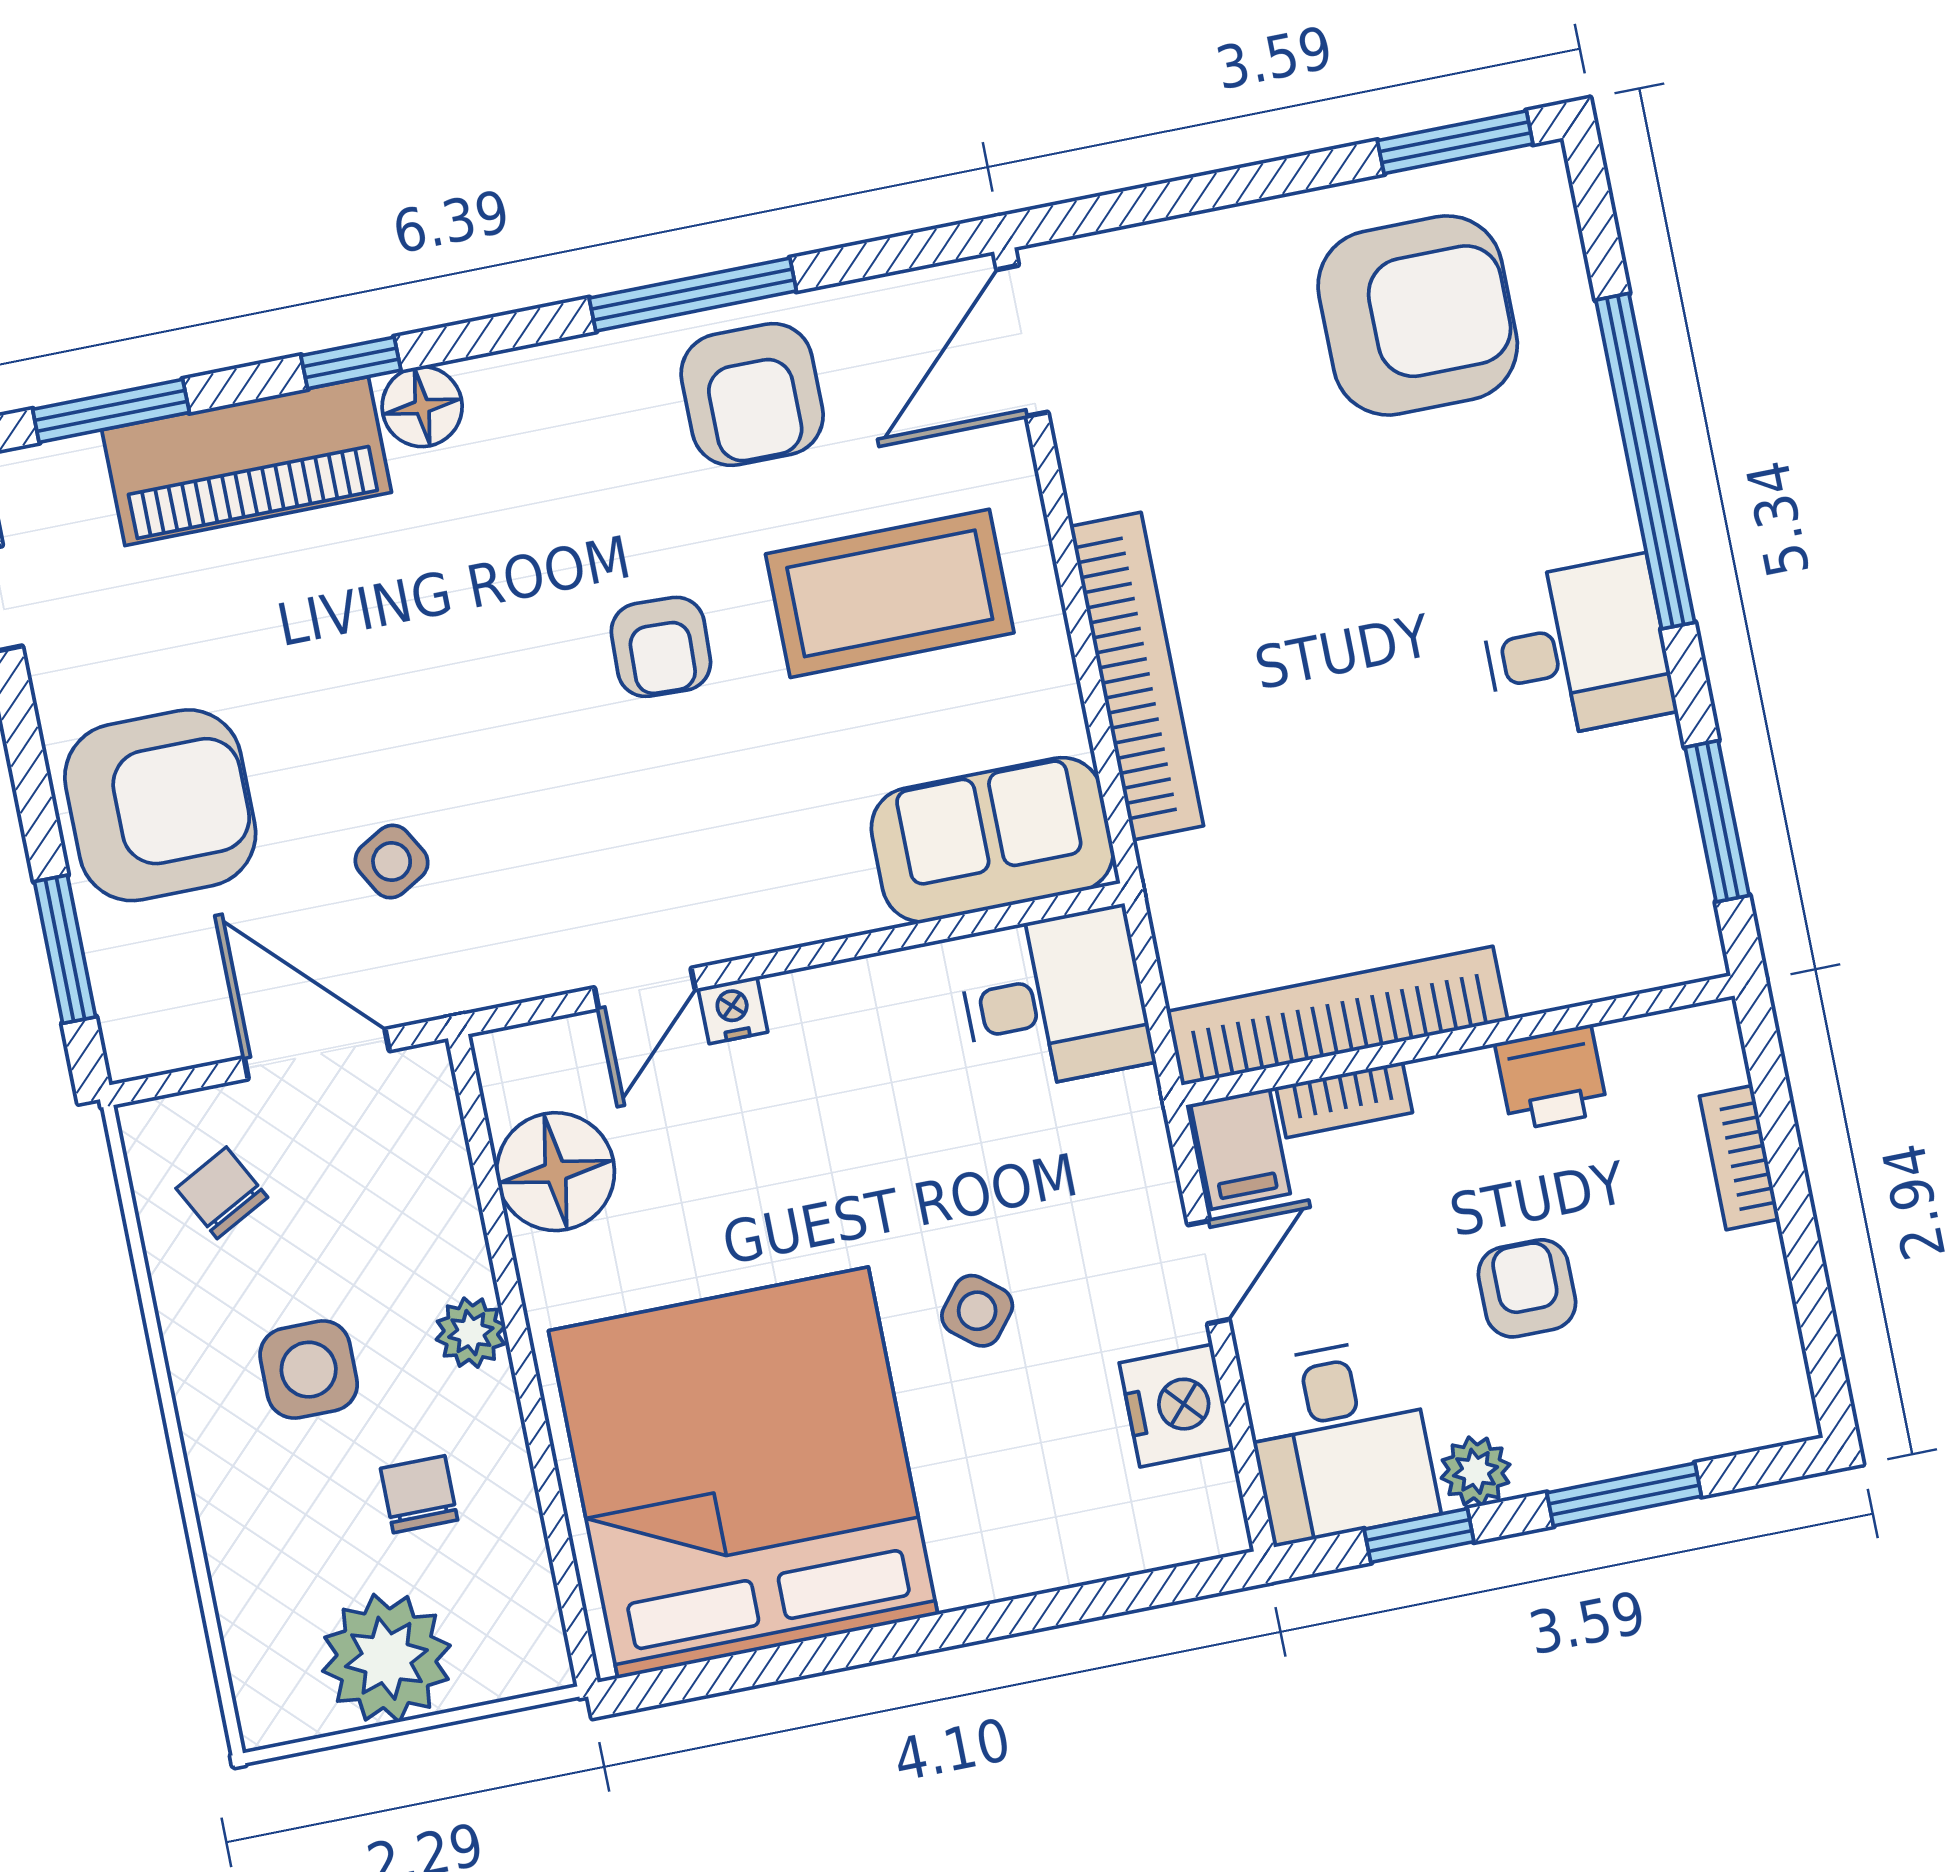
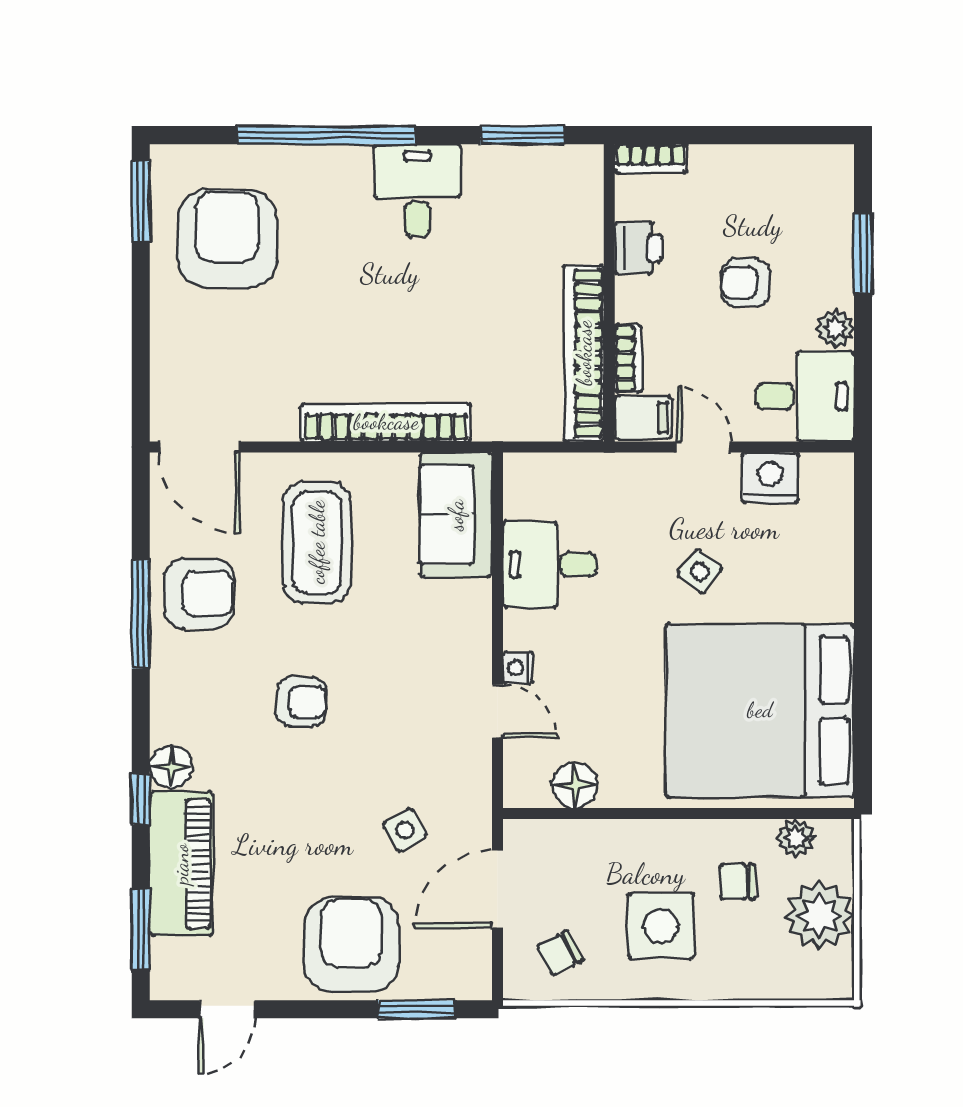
armchair: (661, 647) -> (301, 702), moved
desk: (1055, 1000) -> (549, 565), moved, turned -90
bookcase: (1739, 1158) -> (651, 159), moved
floor lamp: (556, 1172) -> (575, 785), width x0.73, depth x0.73
plant: (471, 1333) -> (796, 838), moved
side table: (309, 1370) -> (661, 926), width x1.37, depth x1.37
window: (1419, 1536) -> (863, 365), removed

